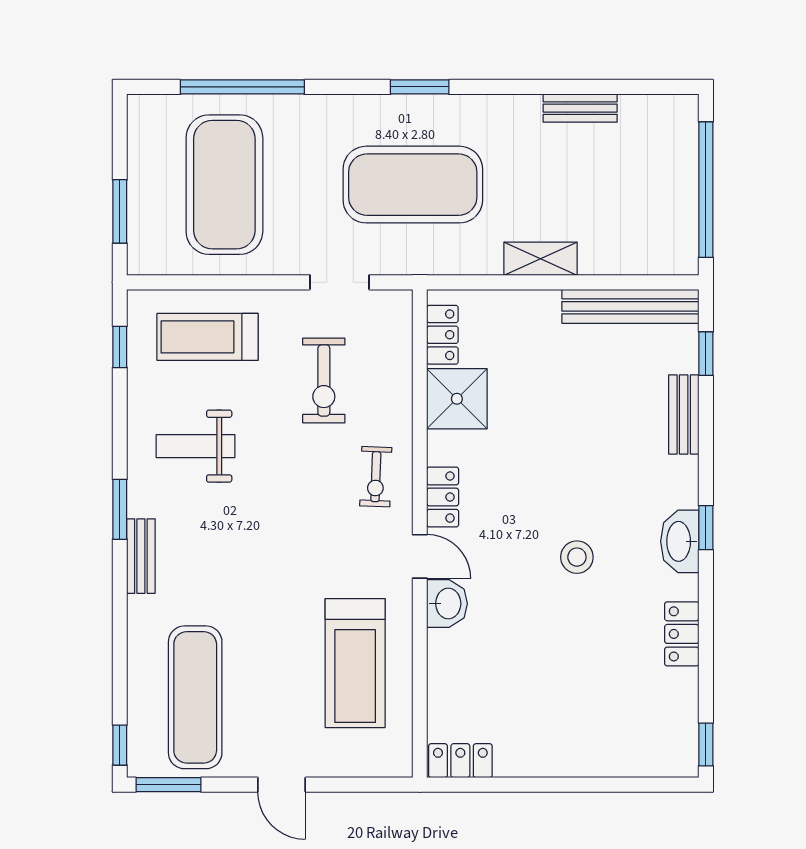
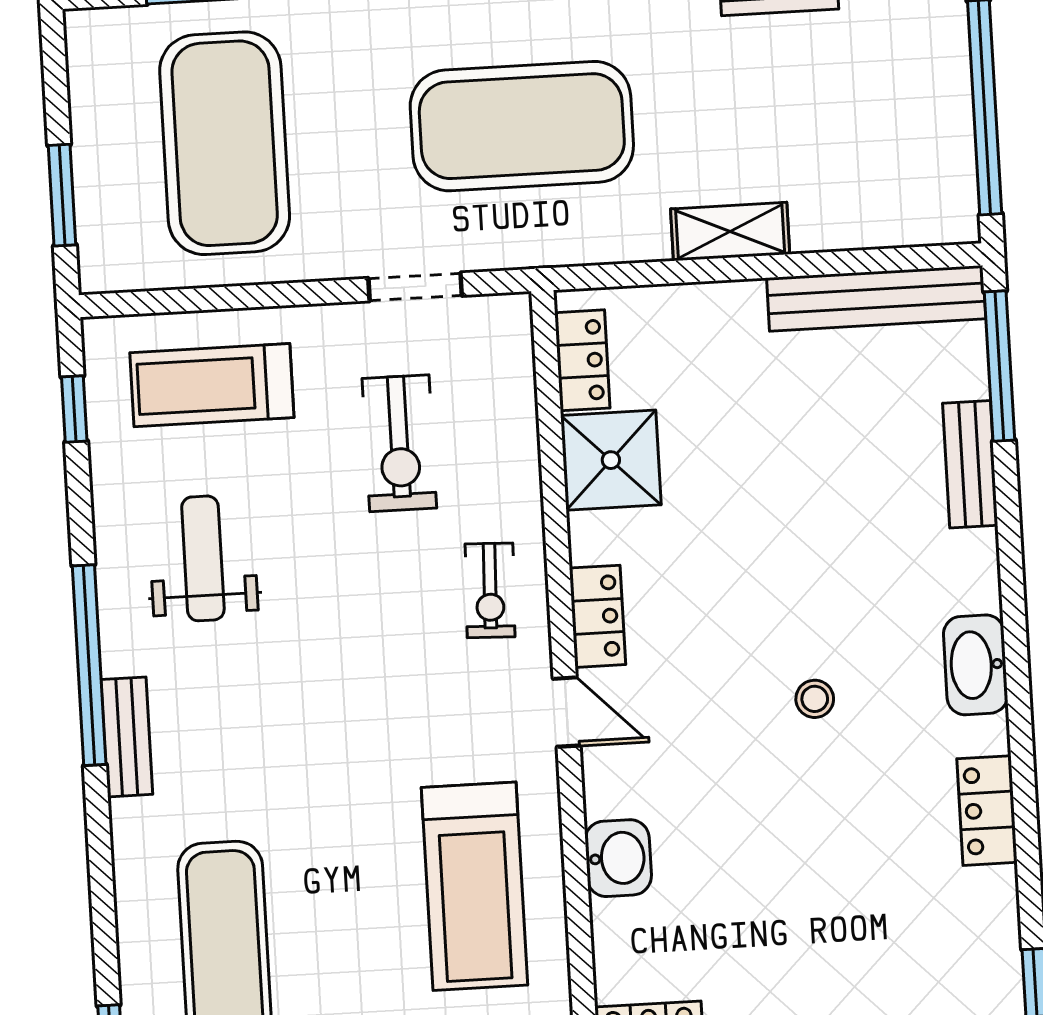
window: (706, 354) -> (1000, 366), width x2.17
weight bench: (196, 446) -> (203, 558), turned 90
window: (120, 509) -> (89, 665), width x2.11
window: (706, 528) -> (1015, 641), removed
stool: (577, 557) -> (815, 699), width x0.73, depth x0.73
washbasin: (447, 604) -> (618, 858), moved

